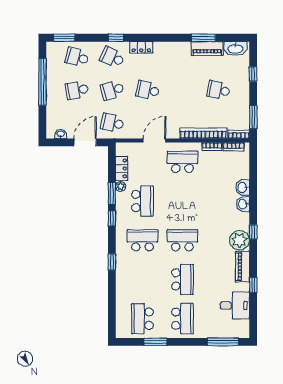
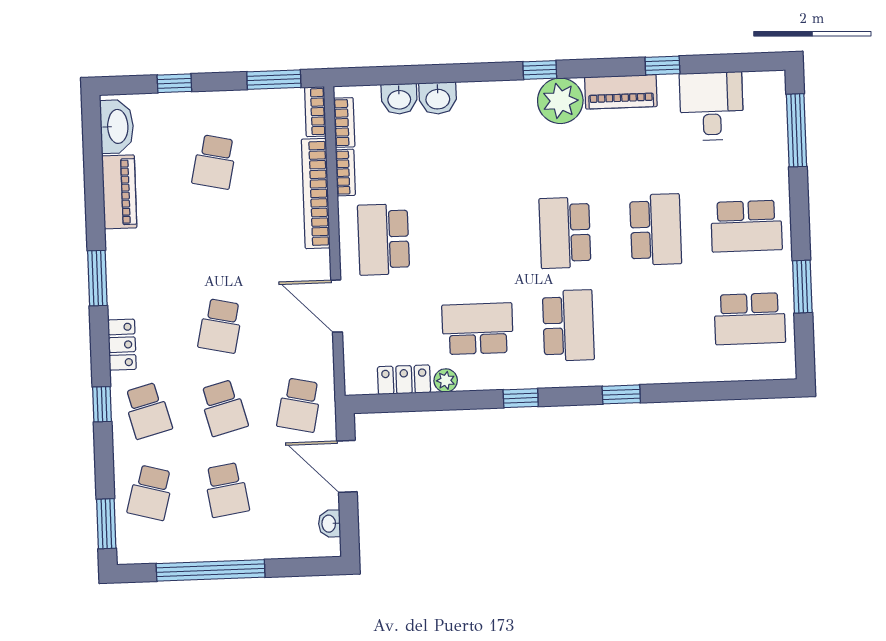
window: (203, 38) -> (97, 278), moved
school desk: (112, 57) -> (148, 411), turned -39
window: (112, 194) -> (463, 400), removed
washbasin: (243, 204) -> (399, 99), moved
school desk: (142, 240) -> (568, 325), turned 180
school desk: (182, 279) -> (656, 229), turned 90
school desk: (182, 319) -> (746, 226), turned 180

